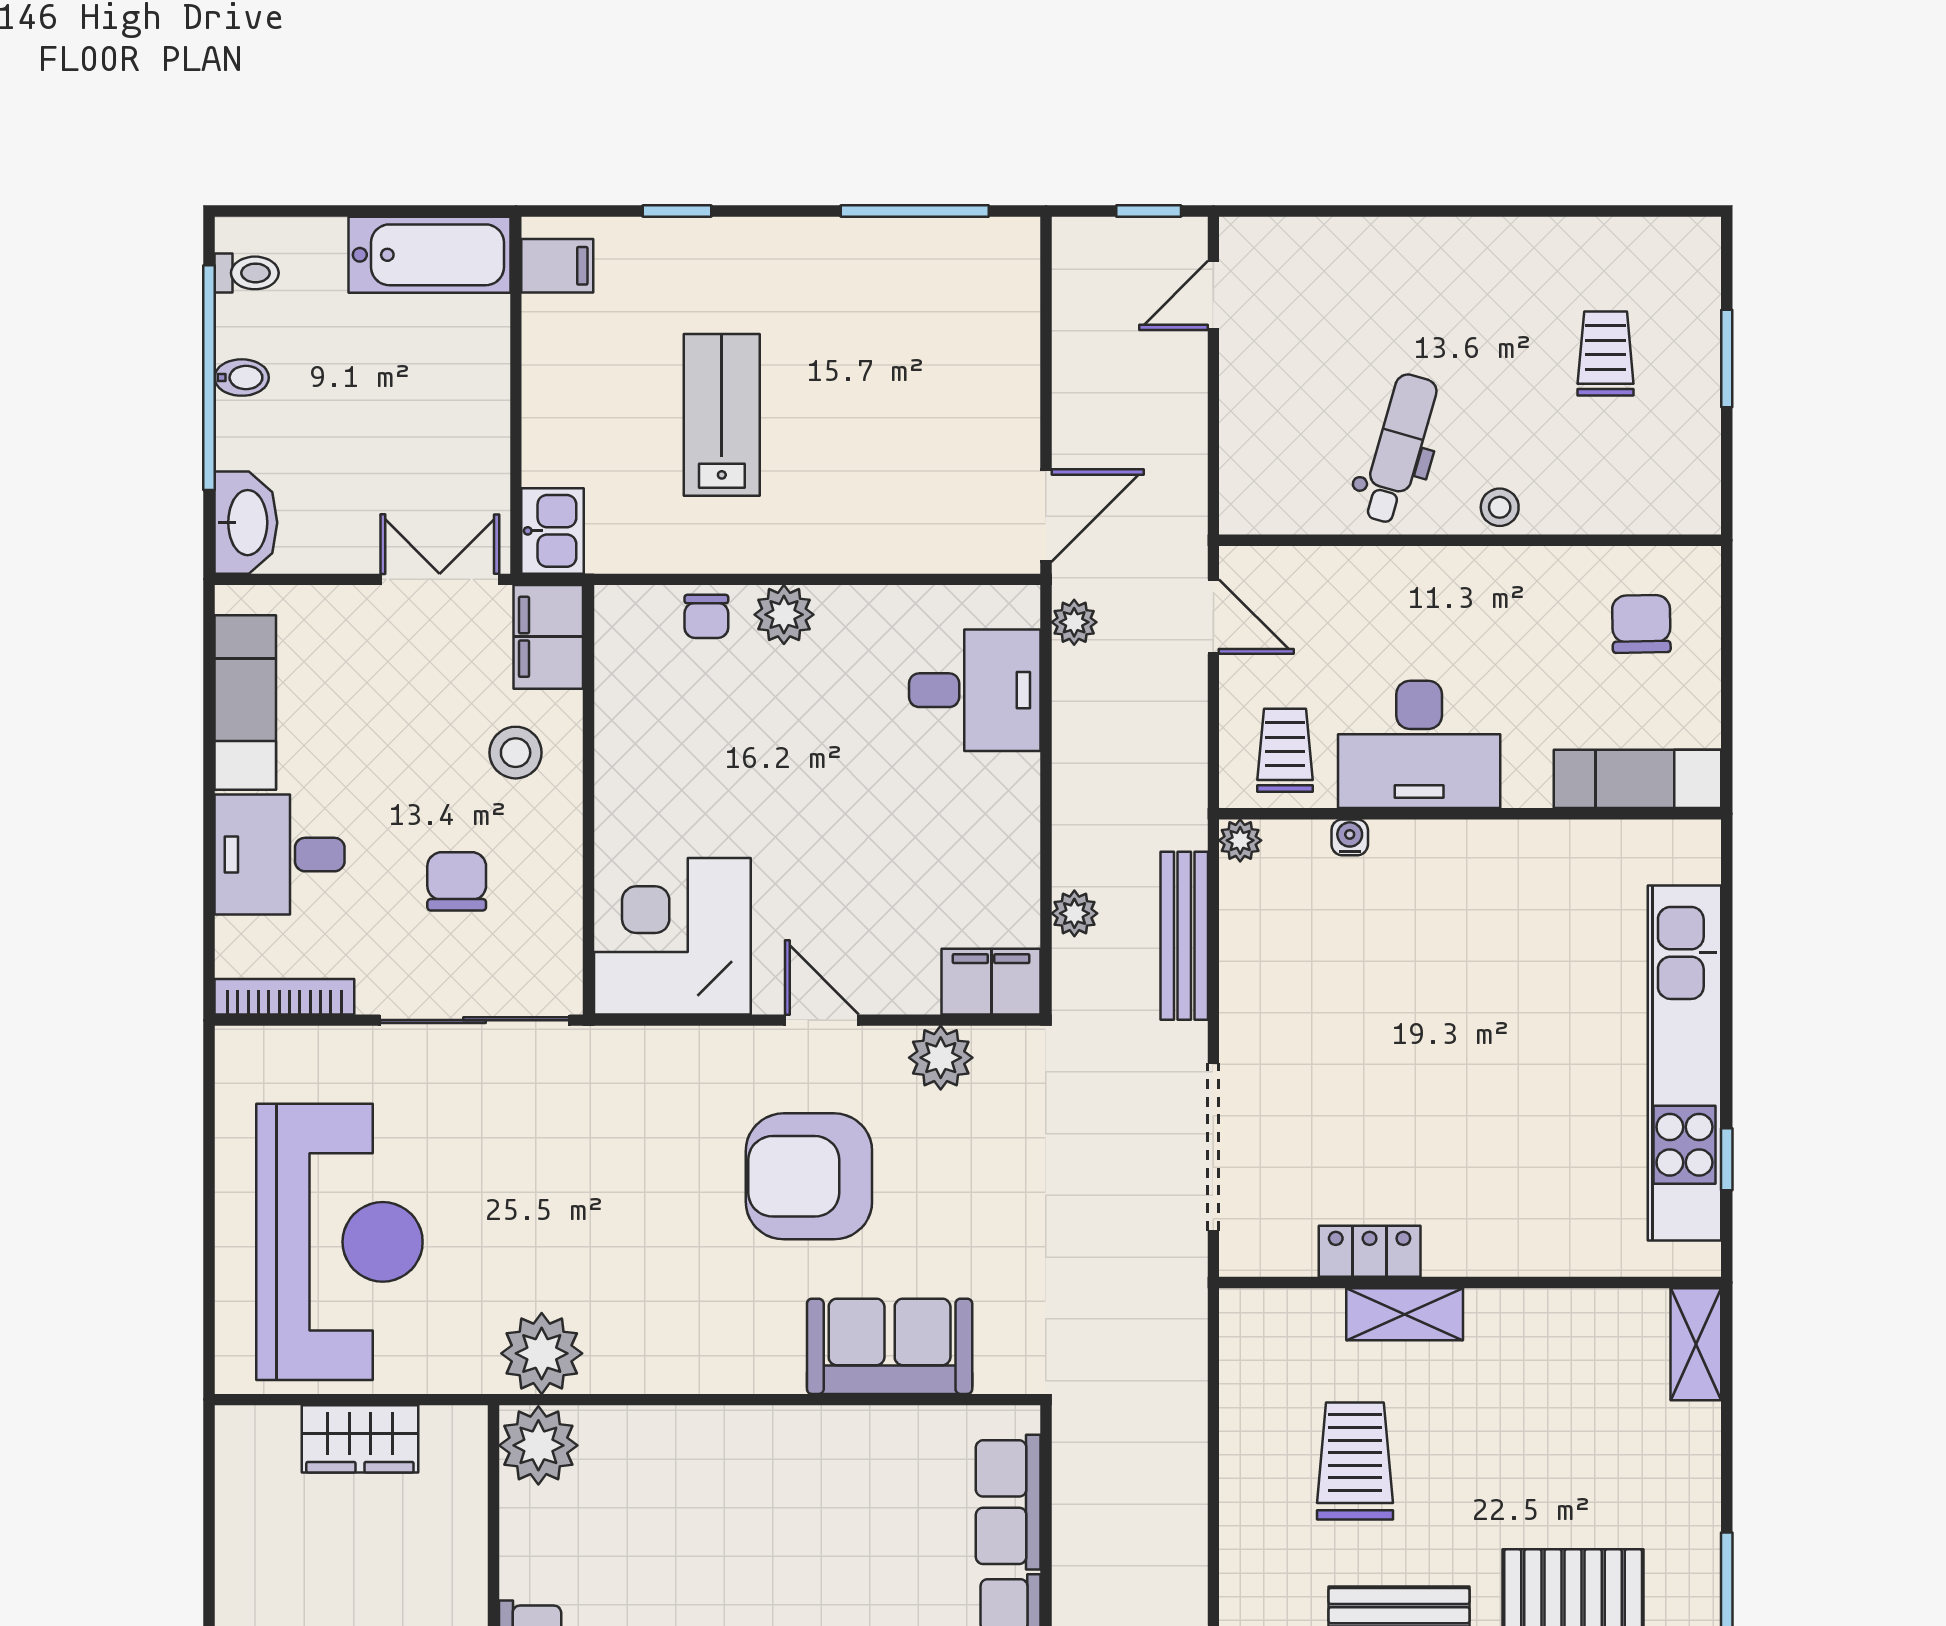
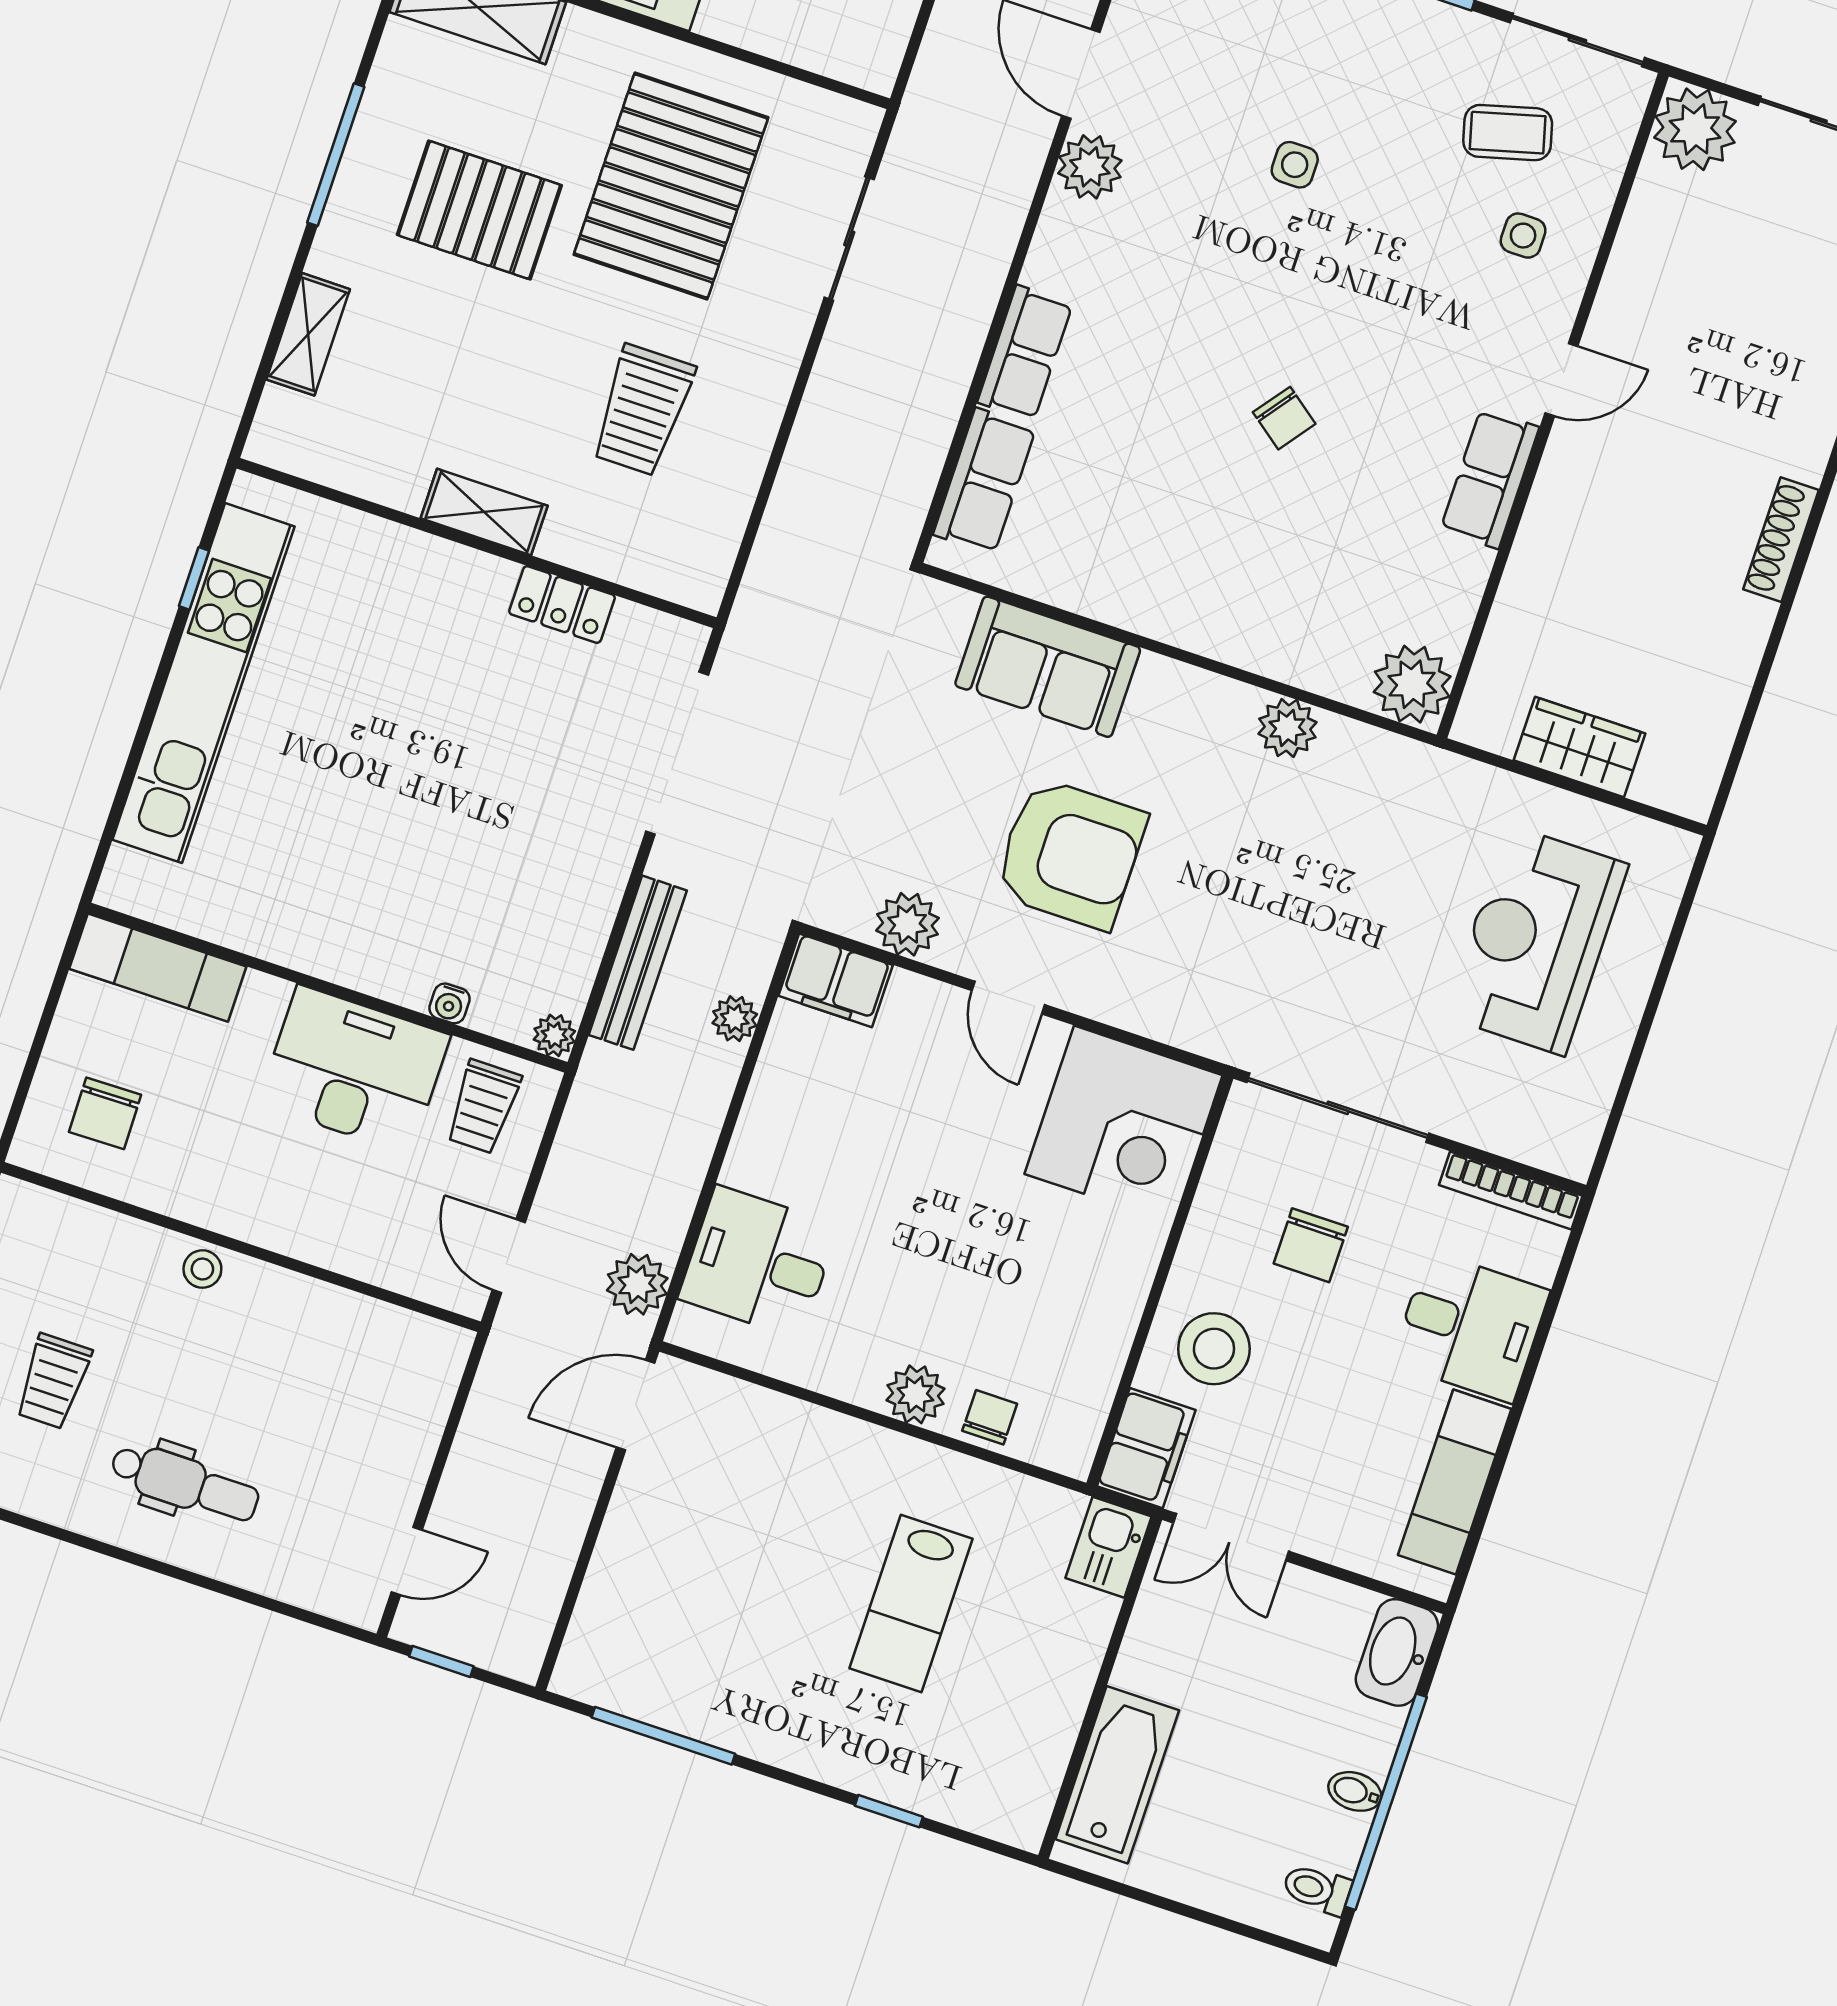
bathtub: (429, 255) -> (1117, 1775), moved, turned 90
filing cabinet: (557, 266) -> (1020, 1797), removed
dental chair: (1399, 449) -> (185, 1483), moved, turned -106
plant: (1074, 622) -> (637, 1284), width x1.38, depth x1.38
stool: (516, 753) -> (1214, 1349), width x1.38, depth x1.38
reception desk: (339, 1242) -> (1536, 940), width x0.74, depth x0.77
shelving: (1405, 1314) -> (484, 512), moved
shelving: (1696, 1344) -> (308, 334), moved
plant: (542, 1353) -> (1287, 728), moved, width x0.73, depth x0.73

